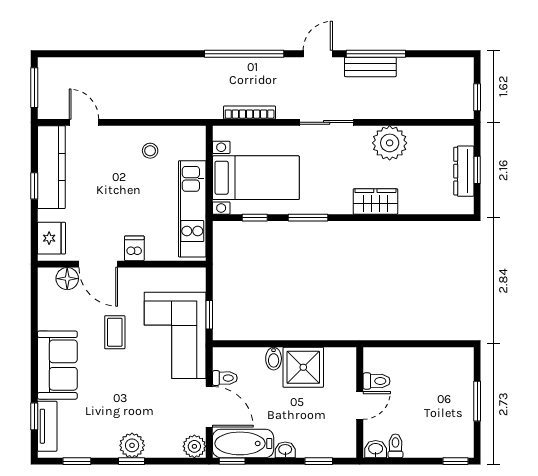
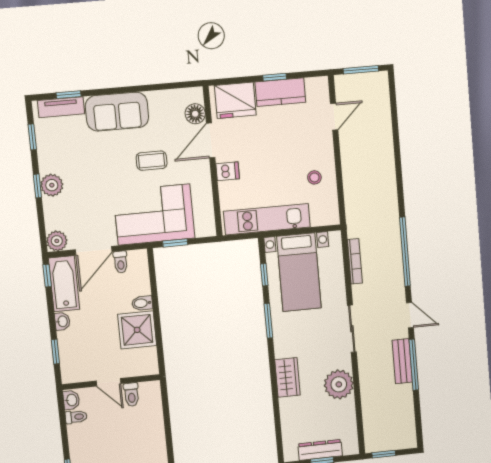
kitchen counter: (51, 167) -> (280, 92), width x0.67
fridge: (51, 238) -> (235, 100), width x1.36, depth x1.34

